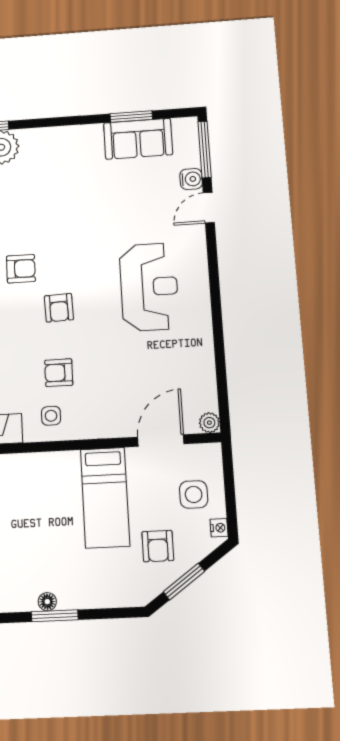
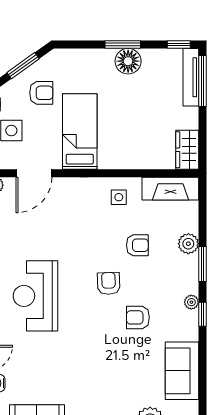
armchair: (59, 373) -> (137, 245), moved
armchair: (158, 546) -> (41, 93), turned 90
floor lamp: (47, 602) -> (128, 61), width x1.89, depth x1.89

